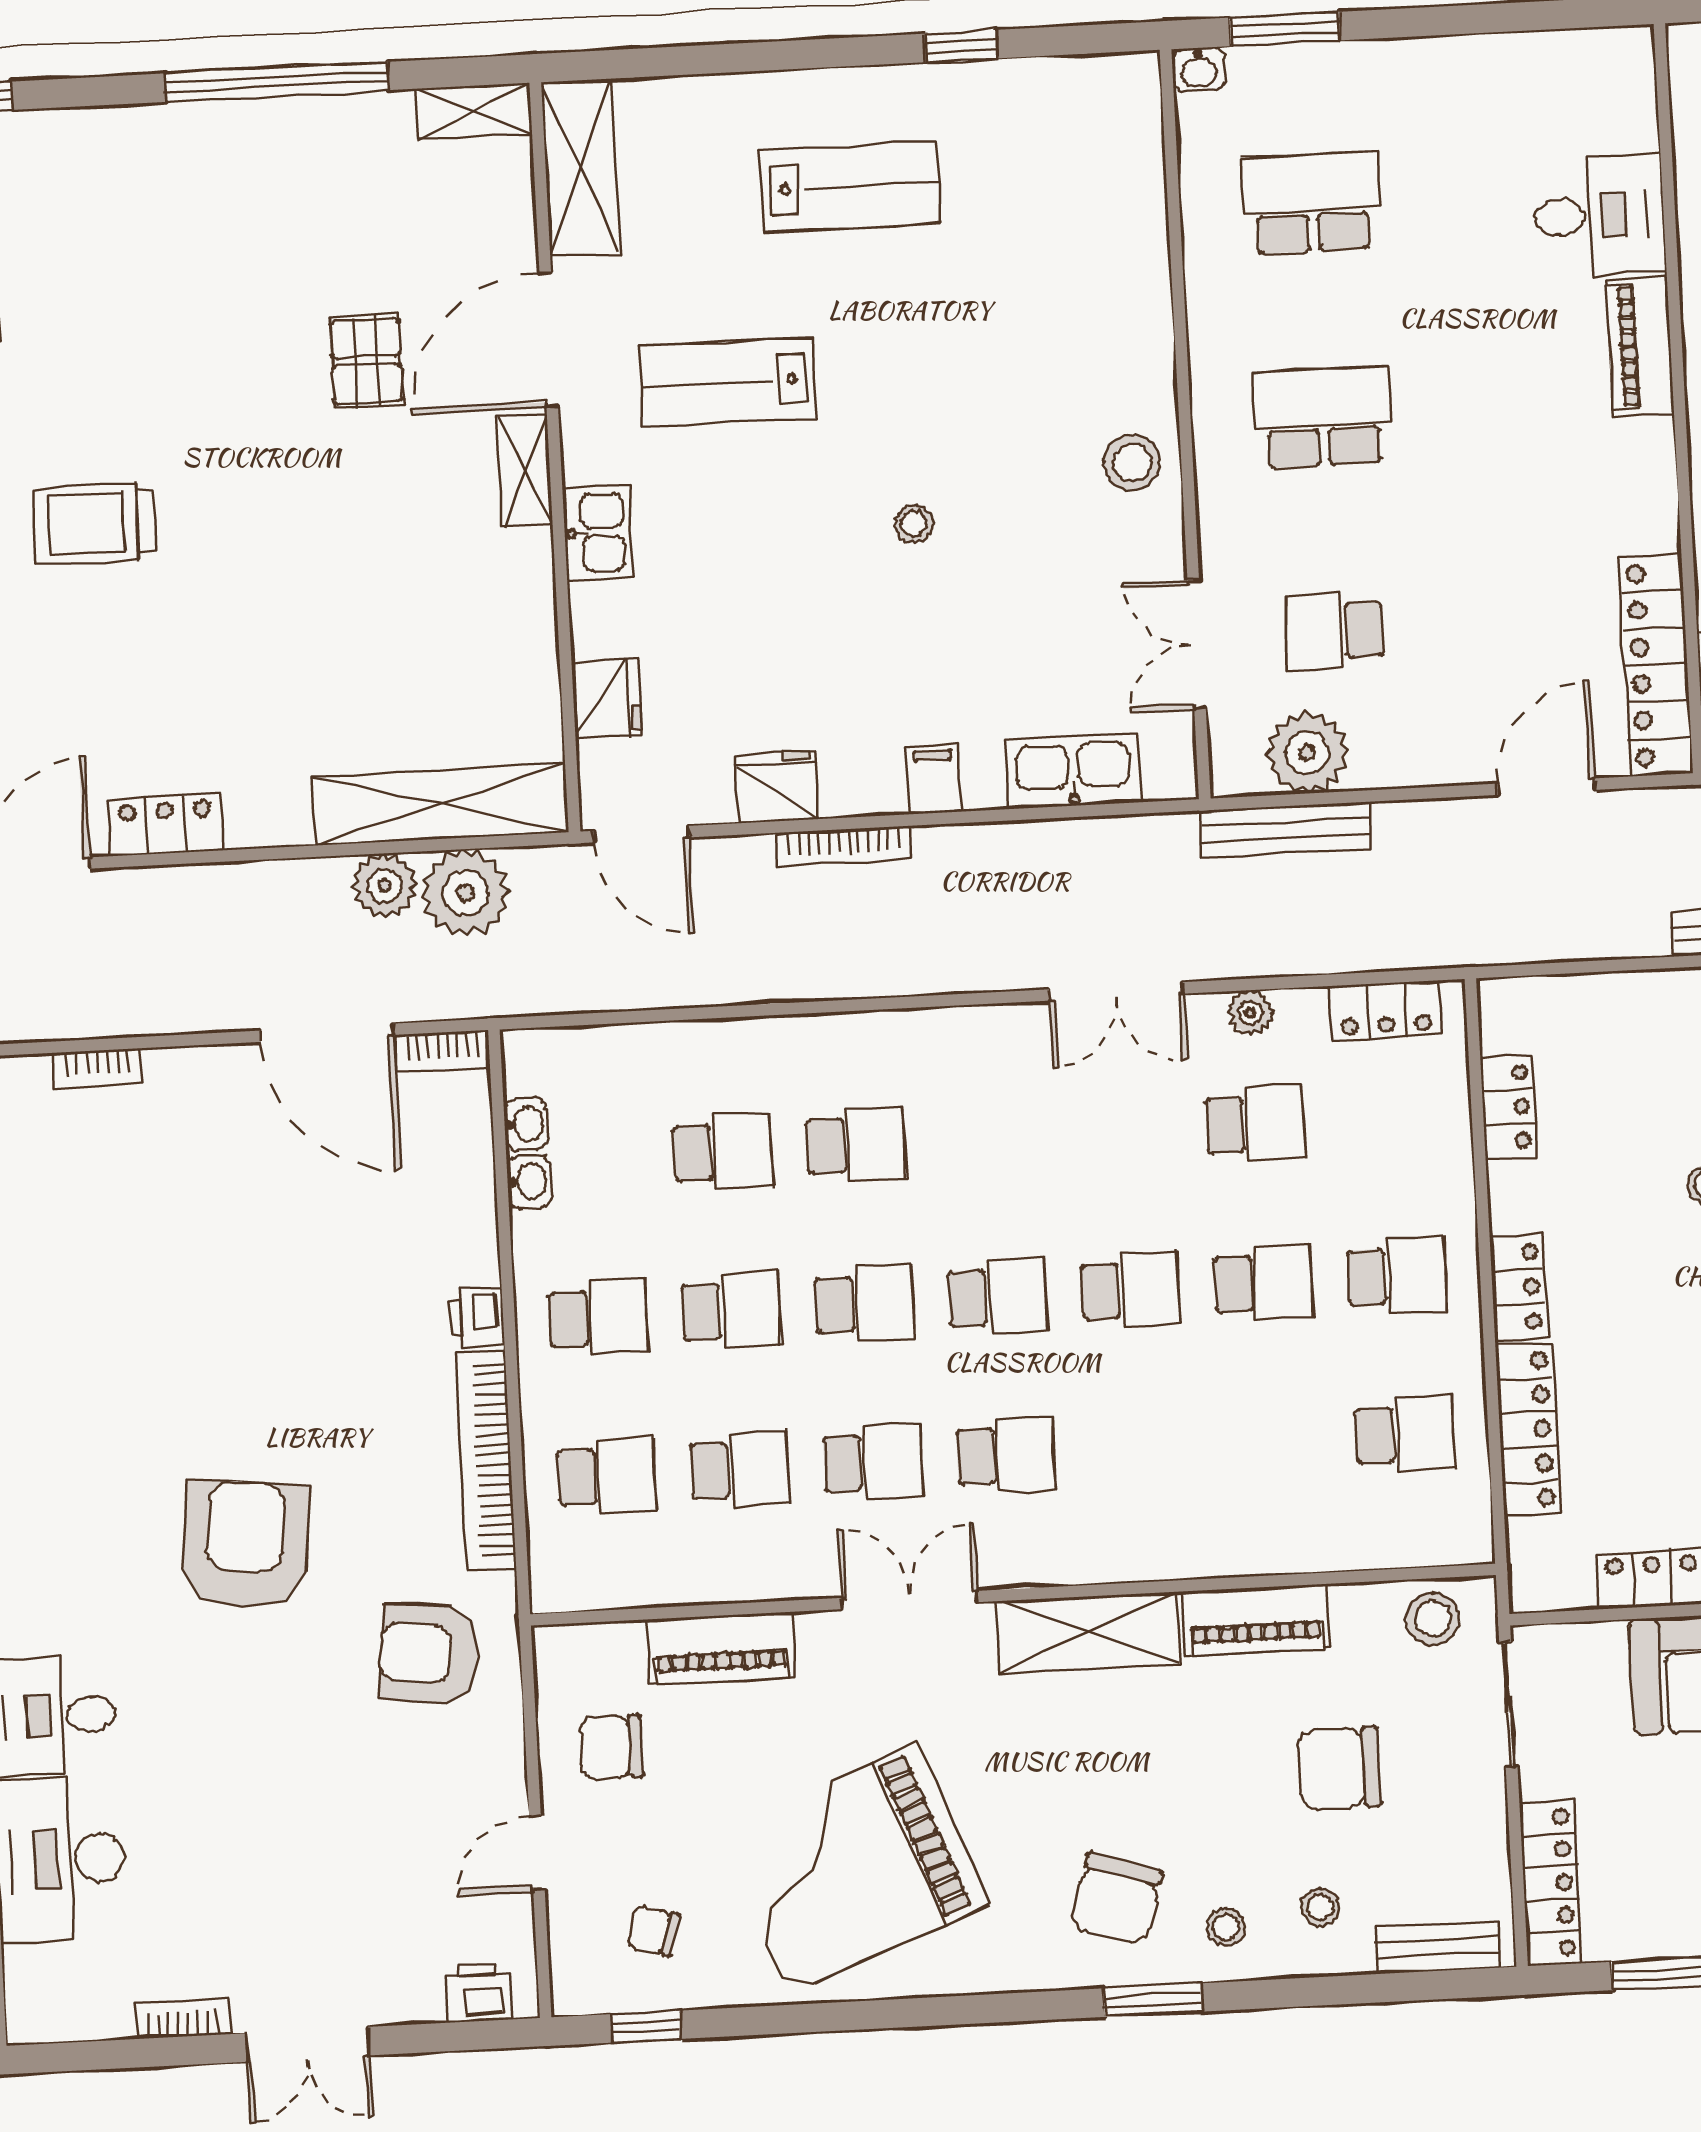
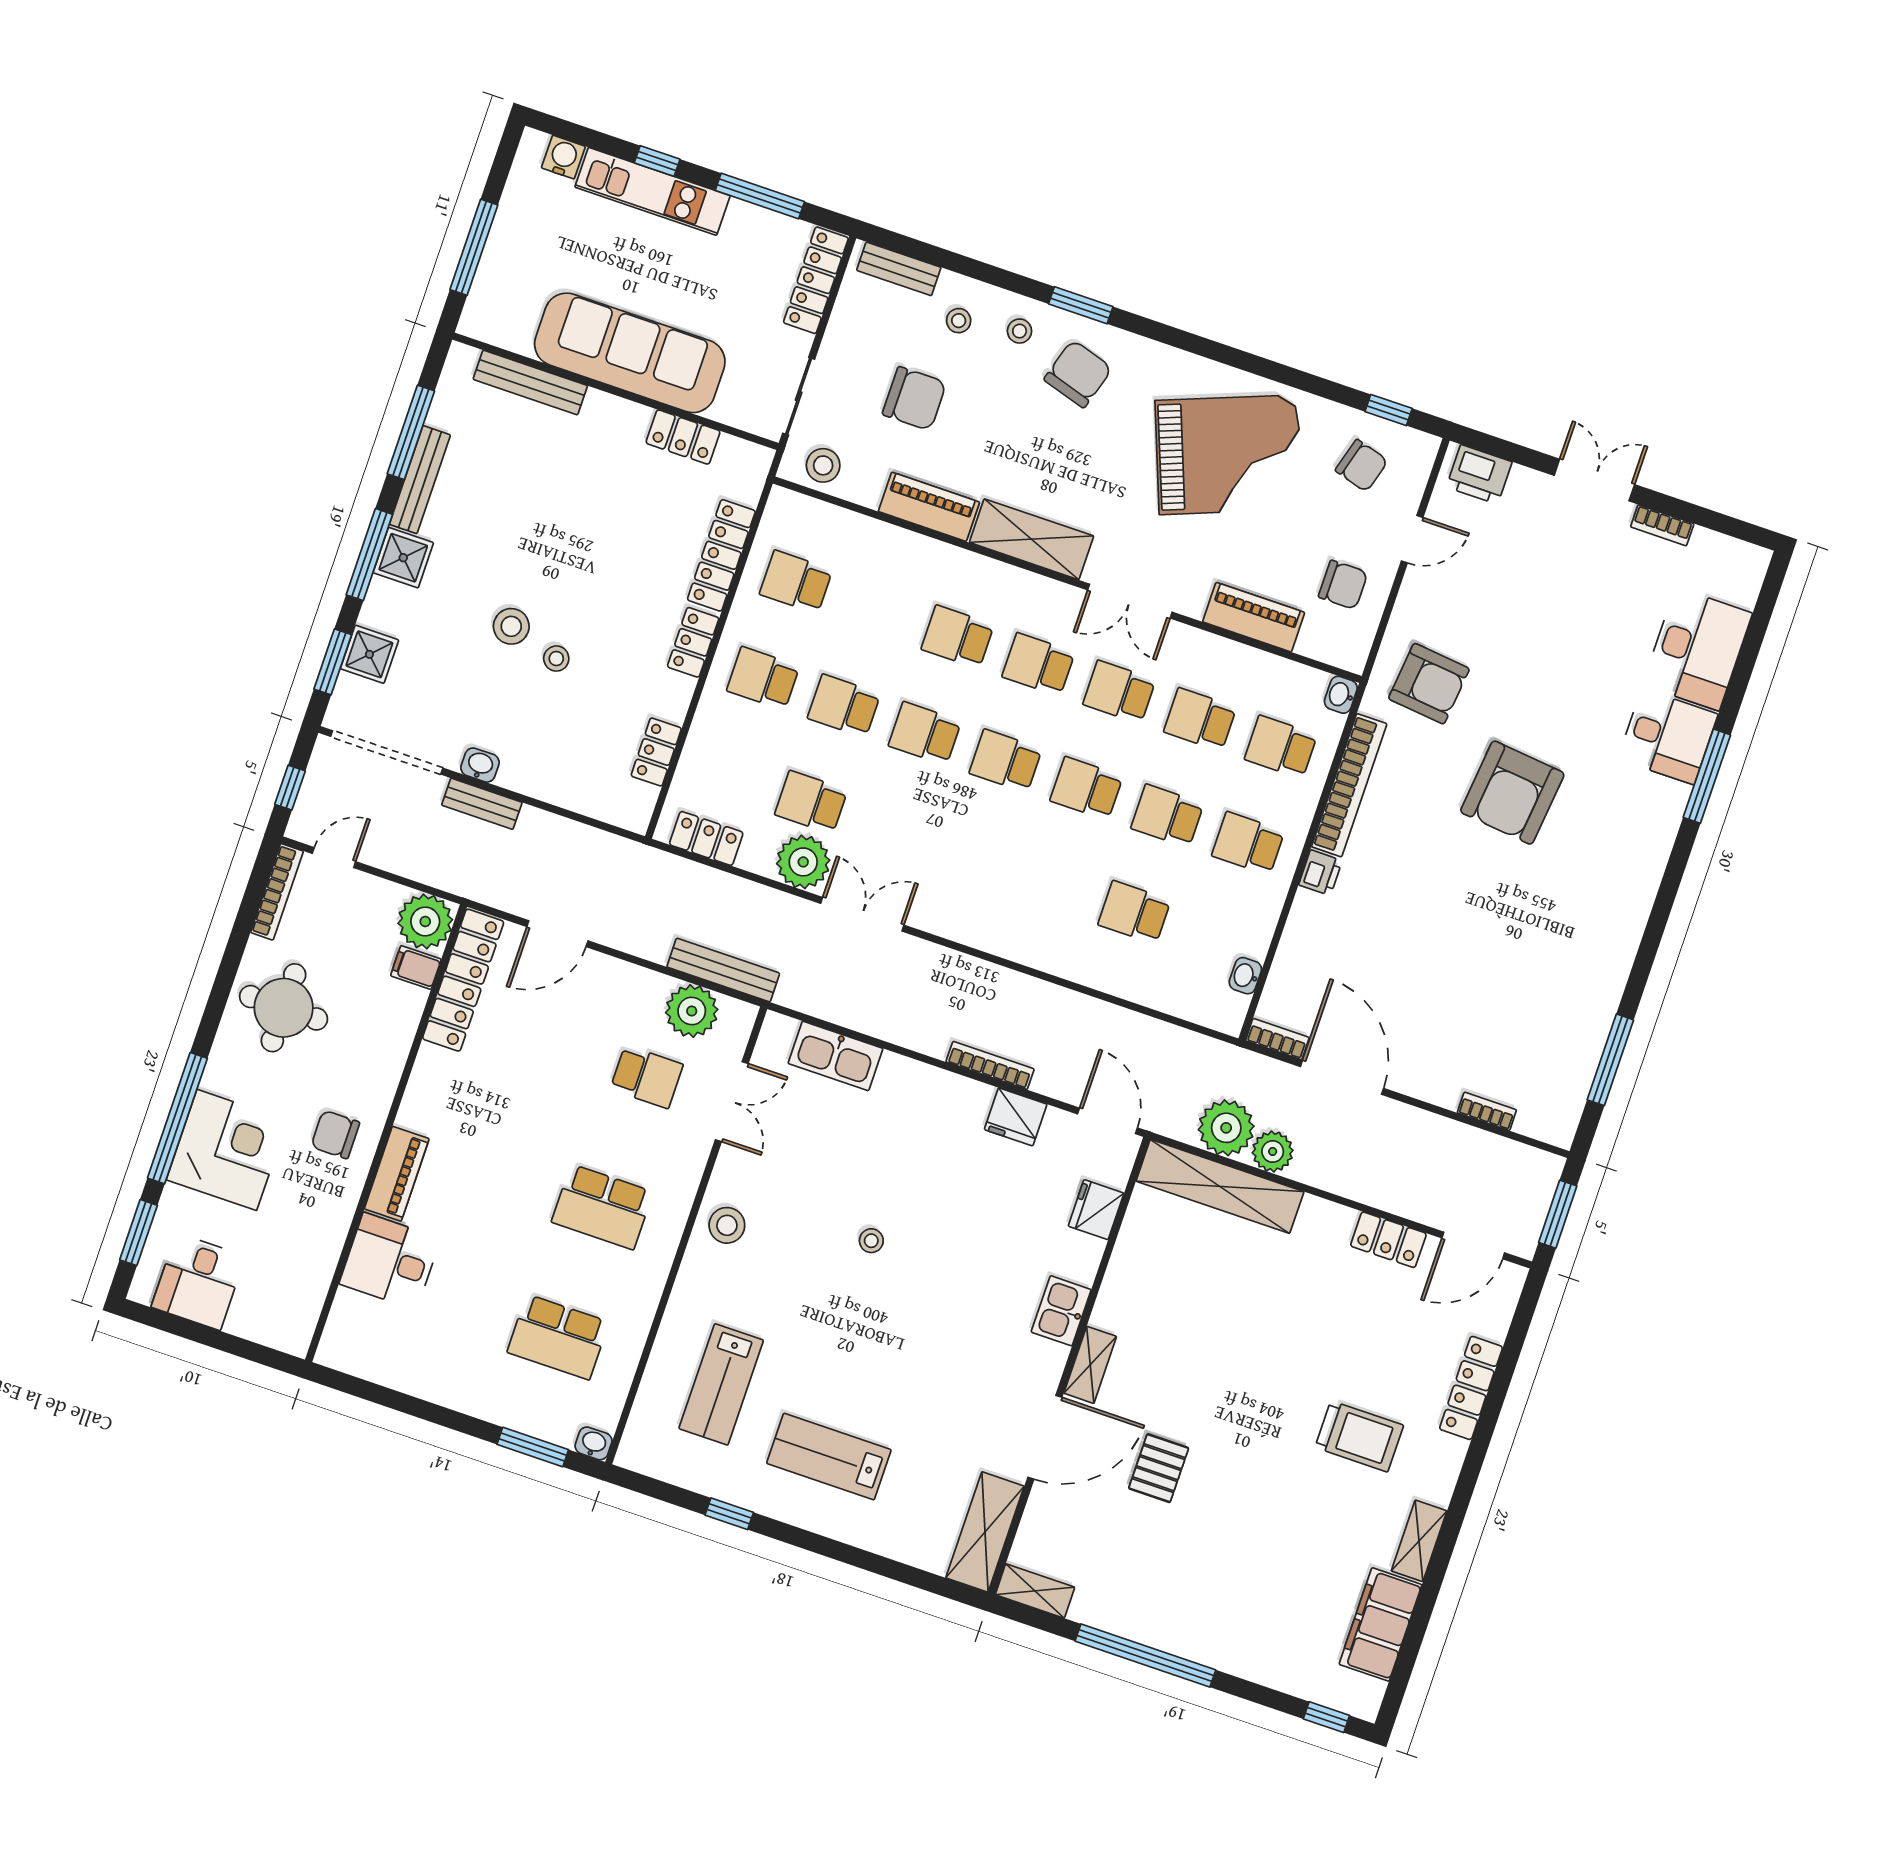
lab bench: (728, 382) -> (721, 1384), moved, turned 90
filing cabinet: (934, 779) -> (920, 1084), removed
plant: (1250, 1012) -> (803, 862), width x1.88, depth x1.88
school desk: (856, 1145) -> (958, 637), moved
washbasin: (529, 1182) -> (1341, 695), moved
chair: (653, 1930) -> (1362, 466), width x1.37, depth x1.37
printer: (478, 1993) -> (1479, 474), width x1.36, depth x1.24

